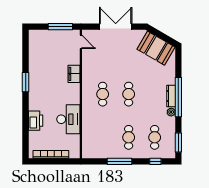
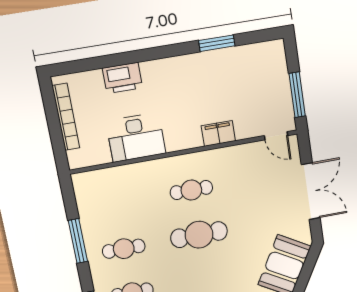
door: (81, 42) -> (276, 136), hinge flipped
window: (26, 82) -> (217, 43), moved
cafe table: (129, 94) -> (199, 235), width x1.37, depth x1.35

